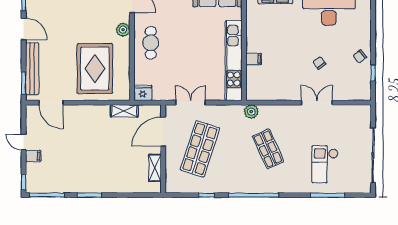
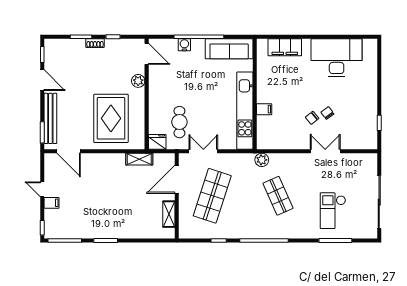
cafe table: (151, 43) -> (179, 122), moved
chair: (360, 56) -> (312, 118), moved

